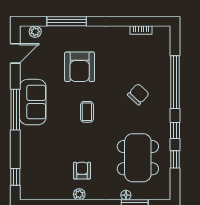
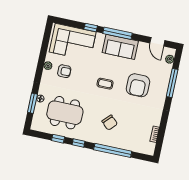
armchair: (80, 67) -> (138, 85), turned -90
corner sofa: (40, 168) -> (73, 42), added
window: (15, 177) -> (91, 28), moved

